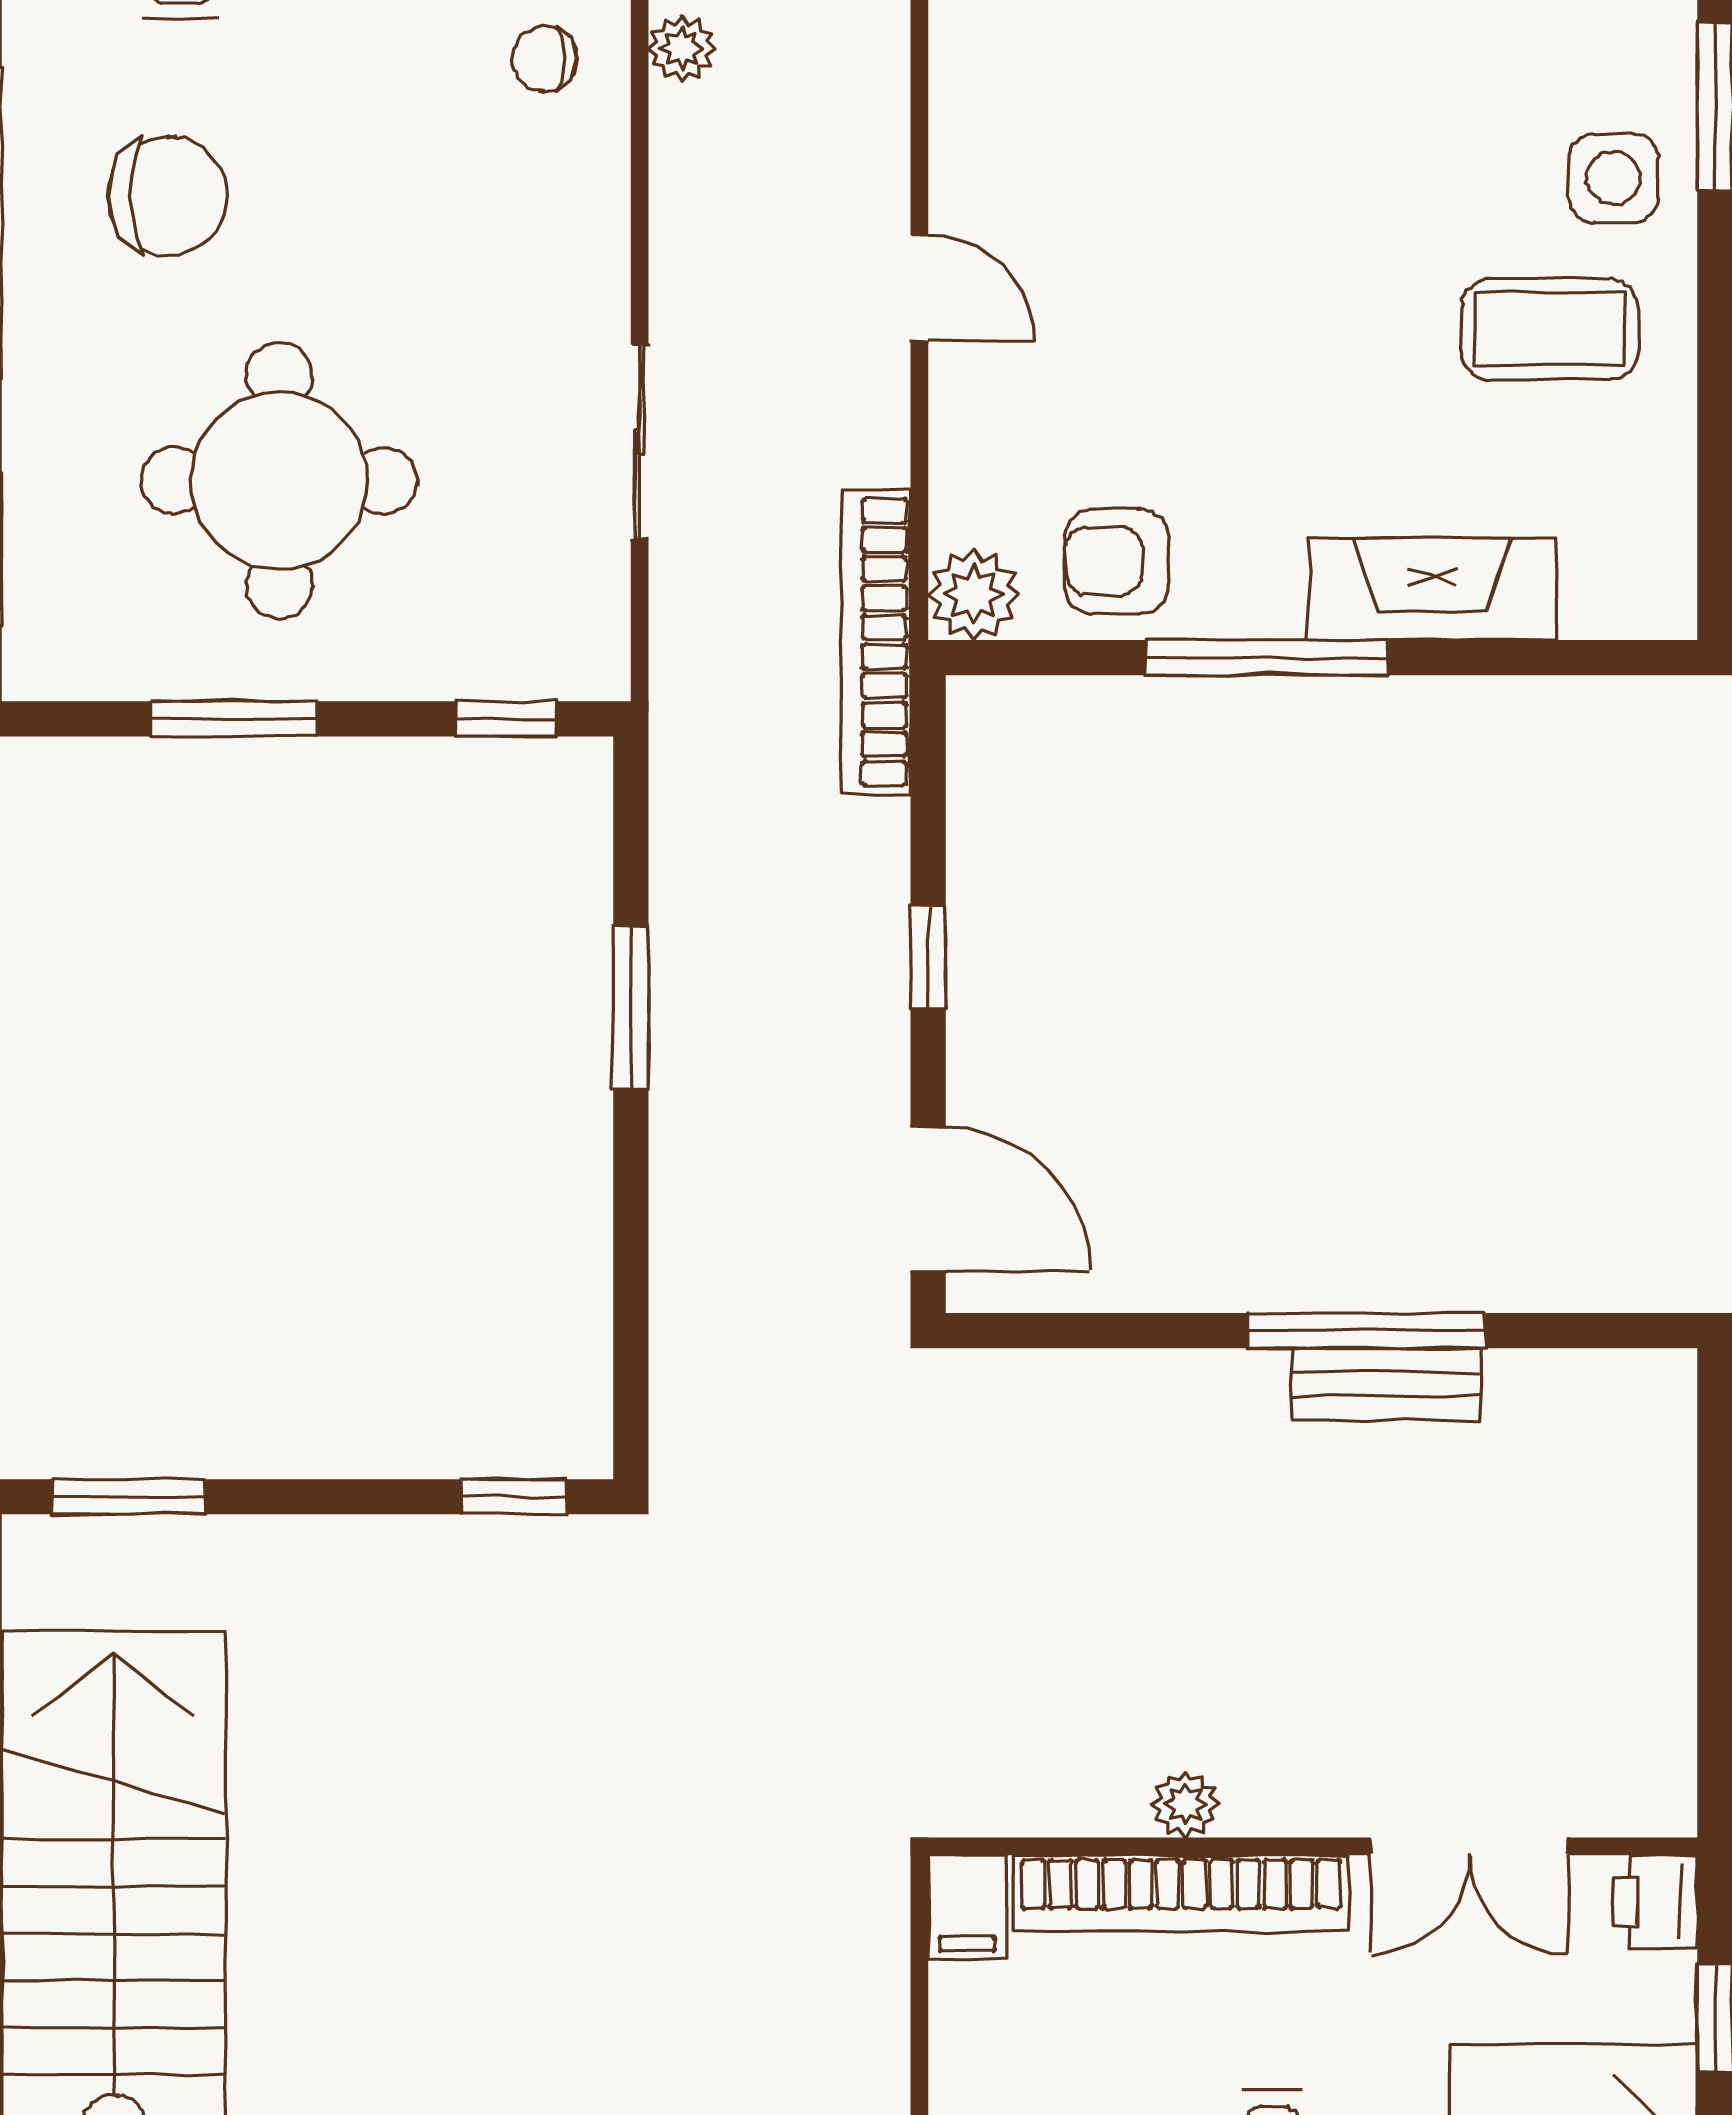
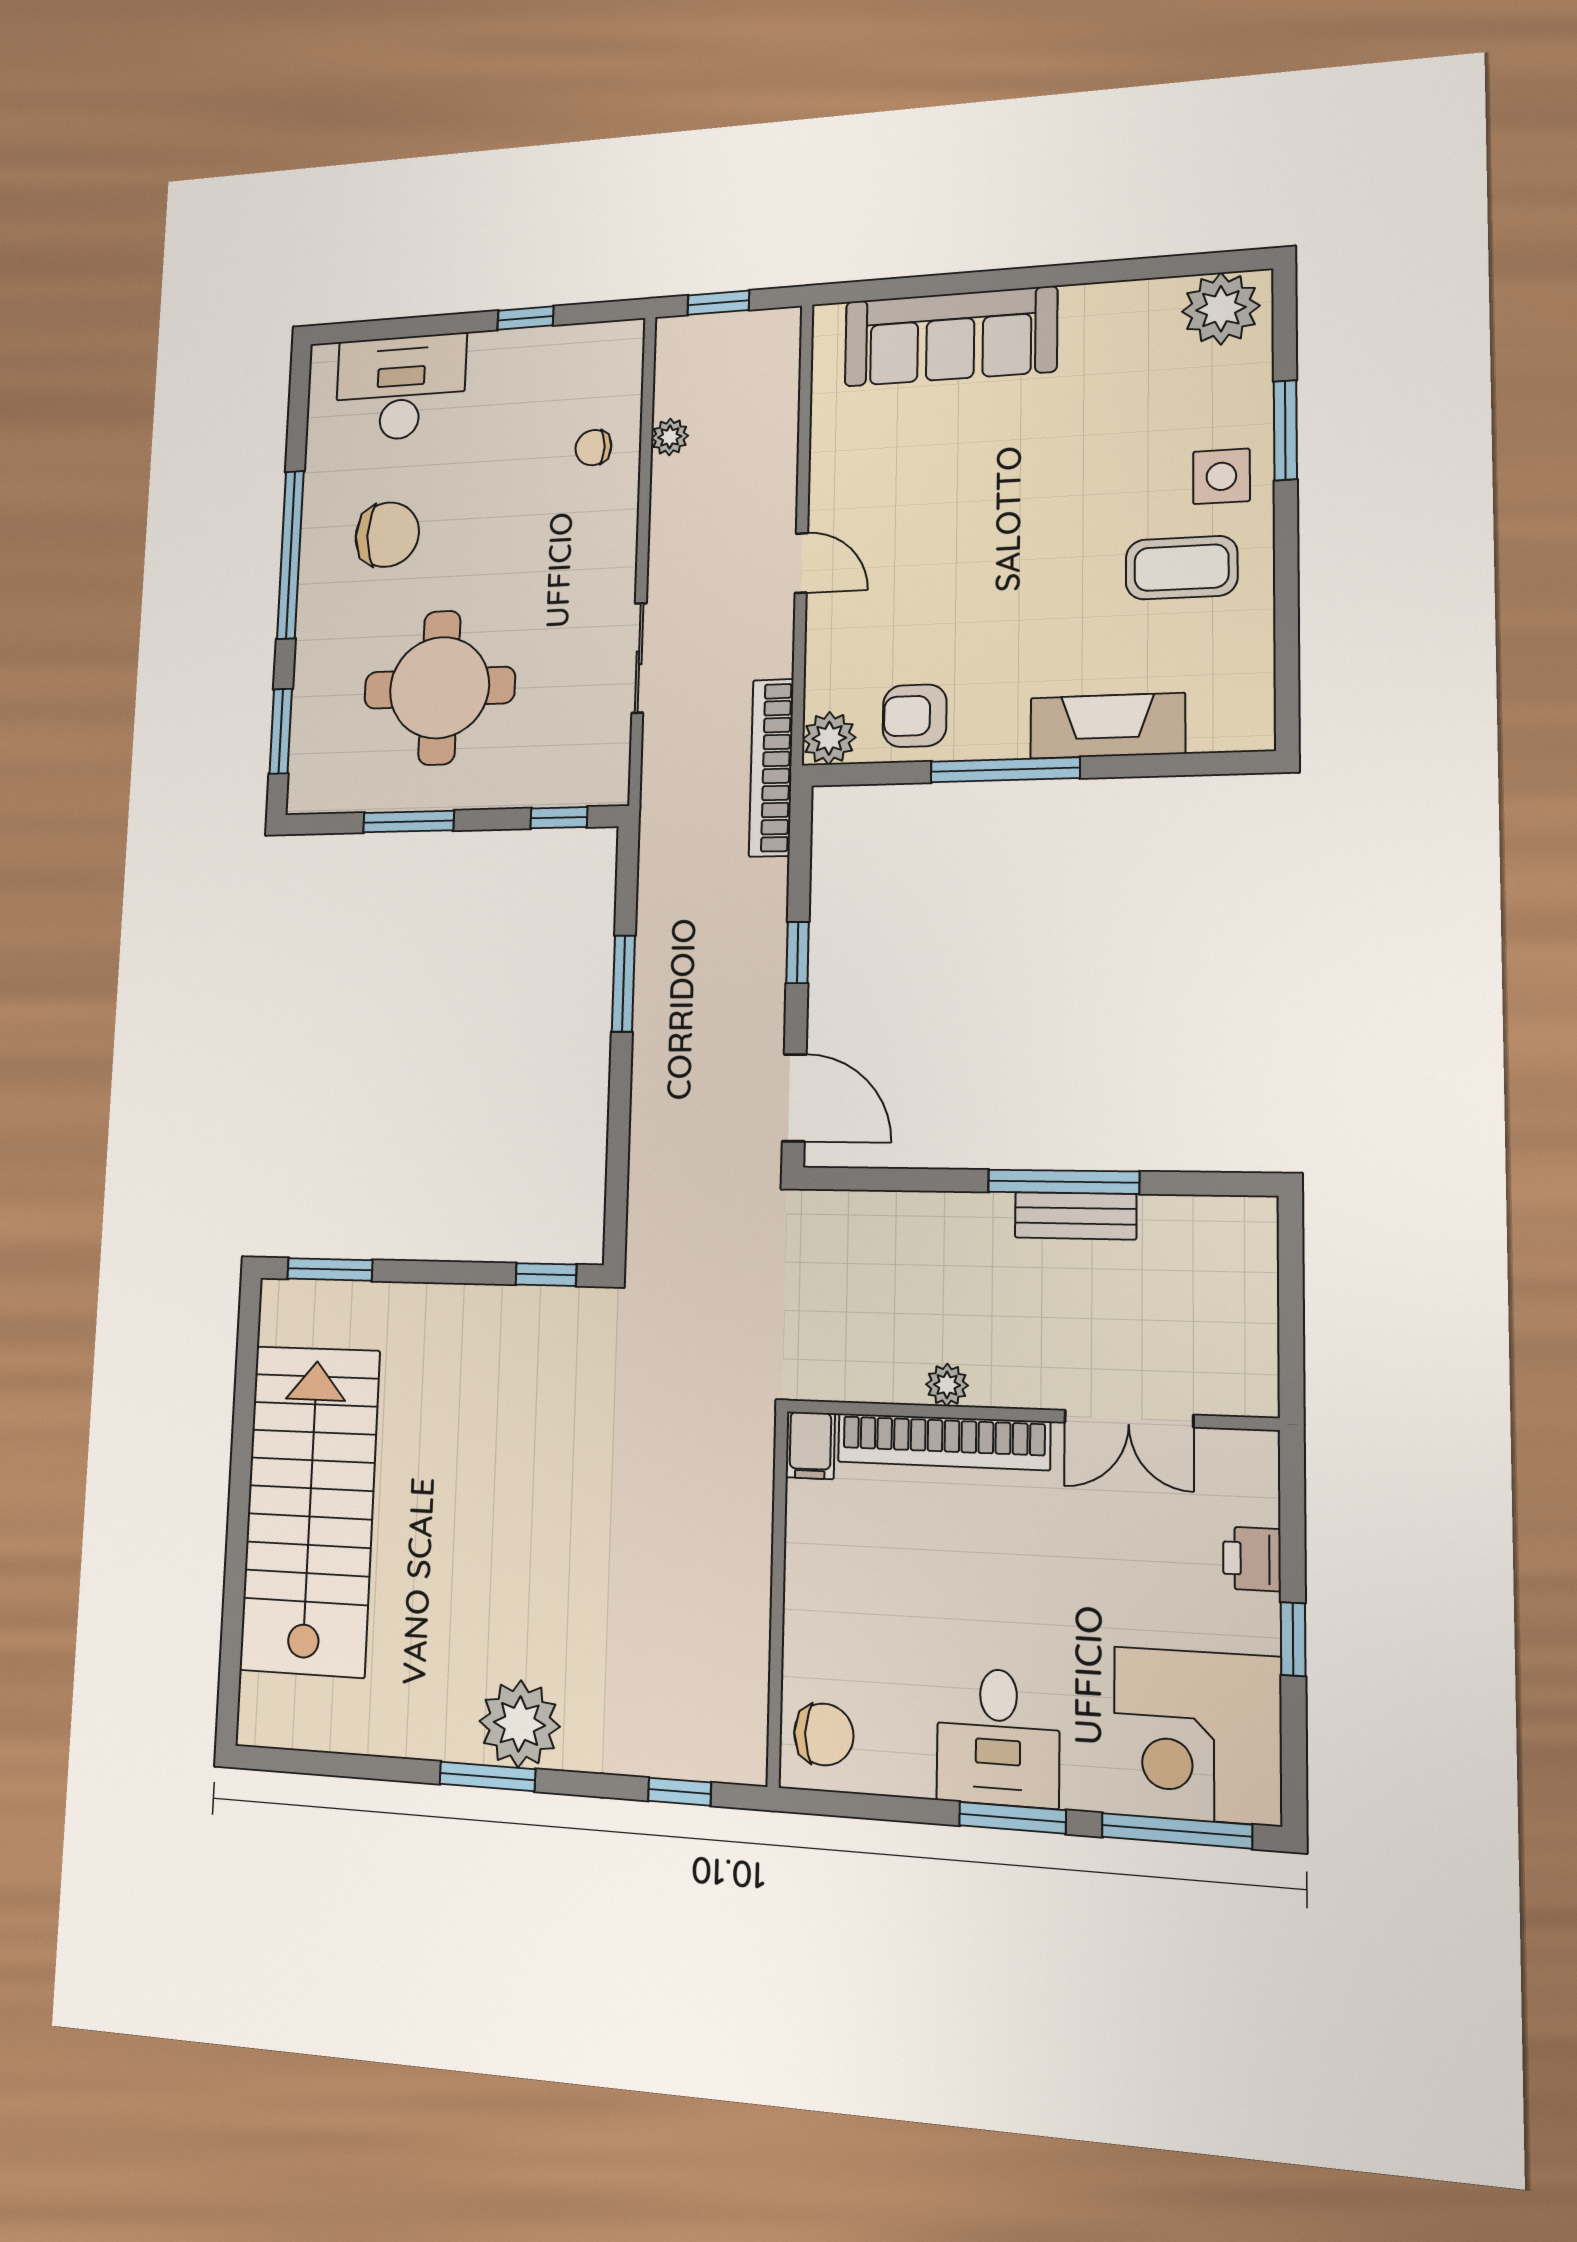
plant: (1186, 1804) -> (947, 1385), moved
wall: (1313, 1846) -> (1027, 1415), moved
double door: (1469, 1846) -> (1129, 1419), moved
bookcase: (1181, 1893) -> (943, 1442), moved
filing cabinet: (967, 1907) -> (810, 1445), moved

